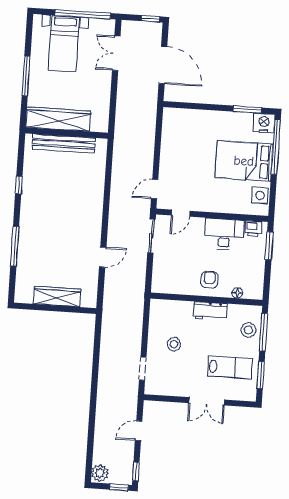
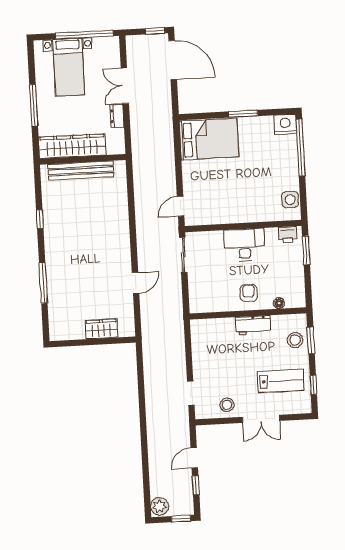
double door: (116, 53) -> (125, 86), moved
door: (163, 65) -> (173, 60), moved
dresser: (104, 96) -> (117, 116), added
window: (247, 110) -> (243, 114), moved
bed: (244, 161) -> (209, 139), moved, turned 180
door: (181, 213) -> (210, 228), removed
desk: (224, 234) -> (245, 245), moved
wardrobe: (57, 297) -> (101, 329), width x0.67
window: (263, 332) -> (311, 340), width x0.69
stool: (174, 344) -> (227, 405), moved
window: (261, 375) -> (313, 385), width x0.67
window: (136, 471) -> (196, 485), moved

